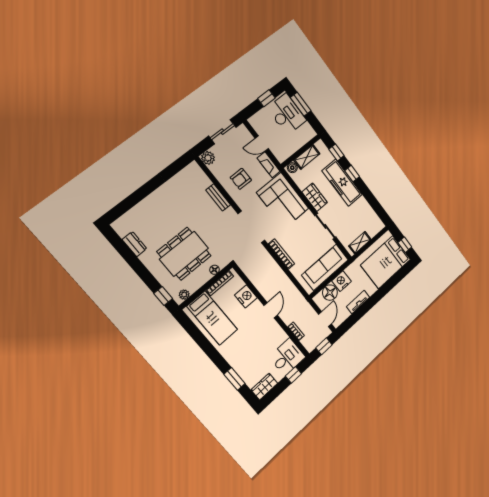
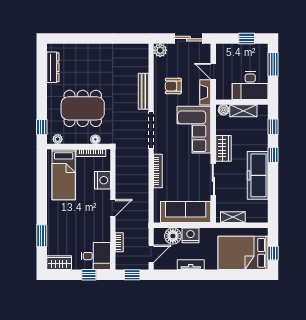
desk: (287, 114) -> (250, 86), moved, turned 90
freezer: (342, 183) -> (258, 175), moved
bench: (218, 197) -> (143, 91), width x1.36
dresser: (135, 244) -> (53, 67), width x1.44

